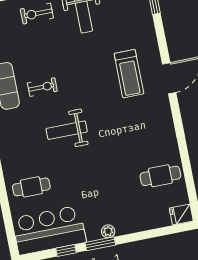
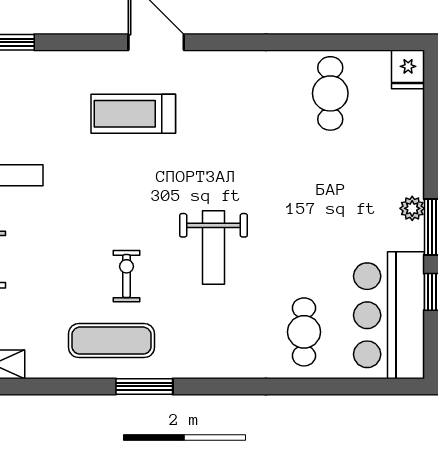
treadmill: (129, 74) -> (133, 114), turned 180

